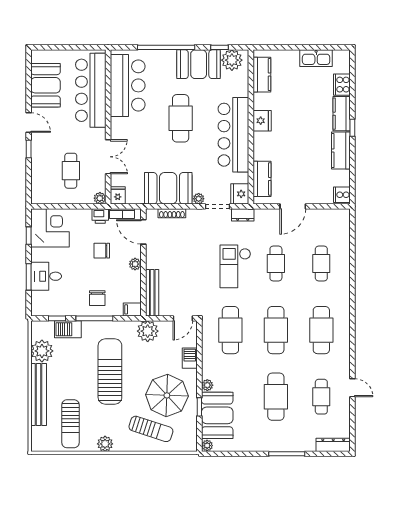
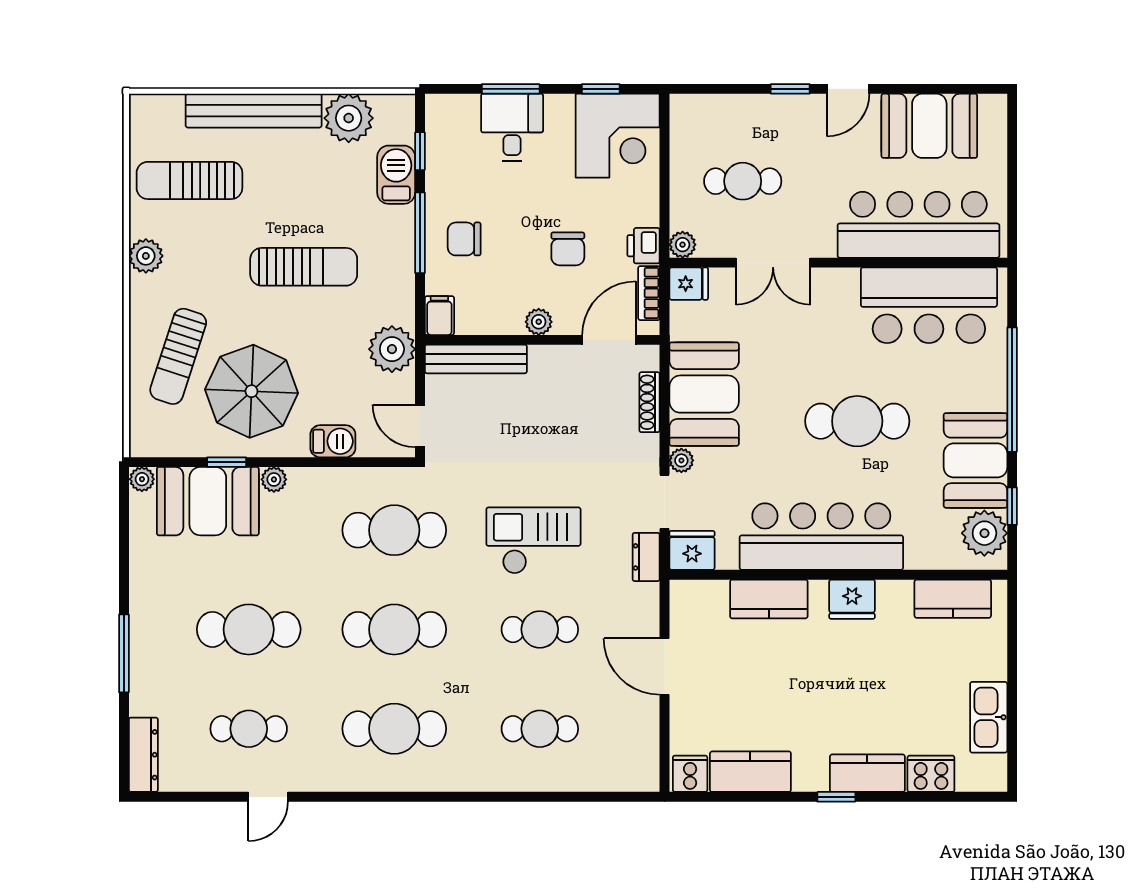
kitchen counter: (341, 151) -> (750, 772), moved
kitchen counter: (262, 179) -> (769, 599), moved
chair: (102, 251) -> (568, 249), turned 180
sun lounger: (110, 372) -> (304, 267), width x0.73, depth x0.75

